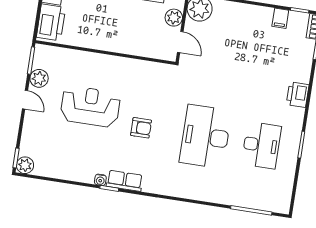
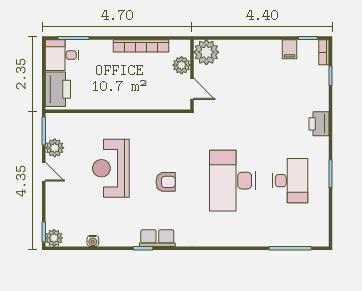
reception desk: (90, 106) -> (111, 168), turned -90
water cooler: (100, 180) -> (93, 241), moved

